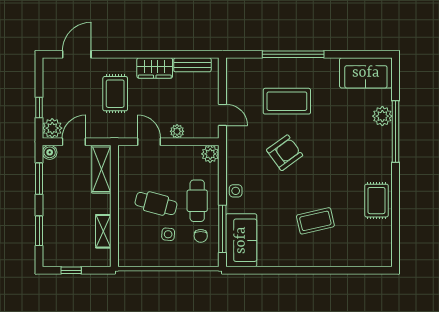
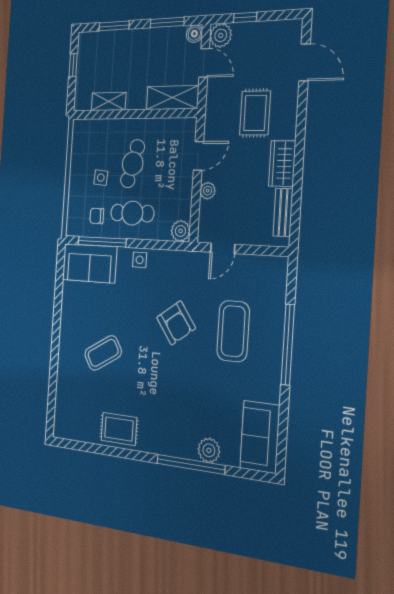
rug: (115, 94) -> (255, 113), turned 90
coffee table: (315, 221) -> (103, 353), turned 72

